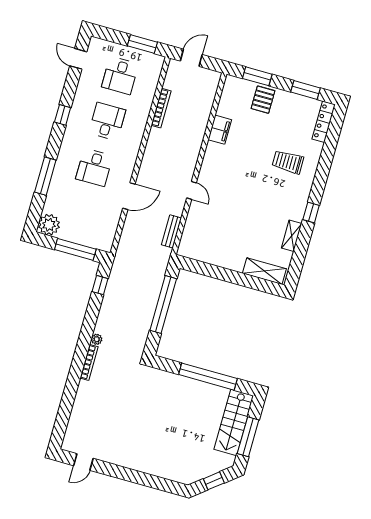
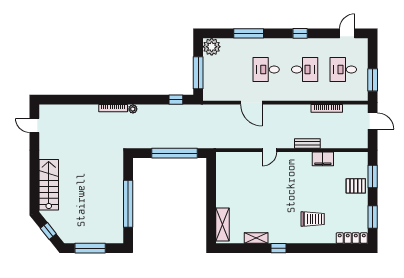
trolley: (288, 162) -> (313, 219), turned 90
bench: (171, 231) -> (307, 144), moved
stairs: (234, 422) -> (49, 185), moved, turned 90

